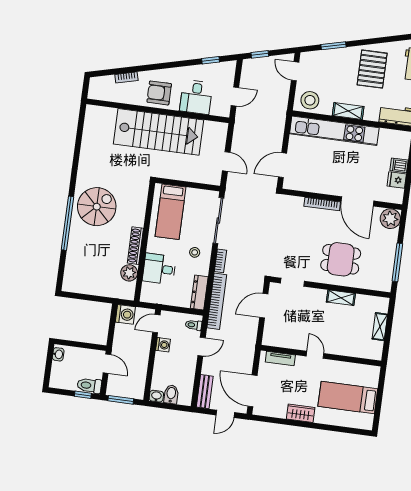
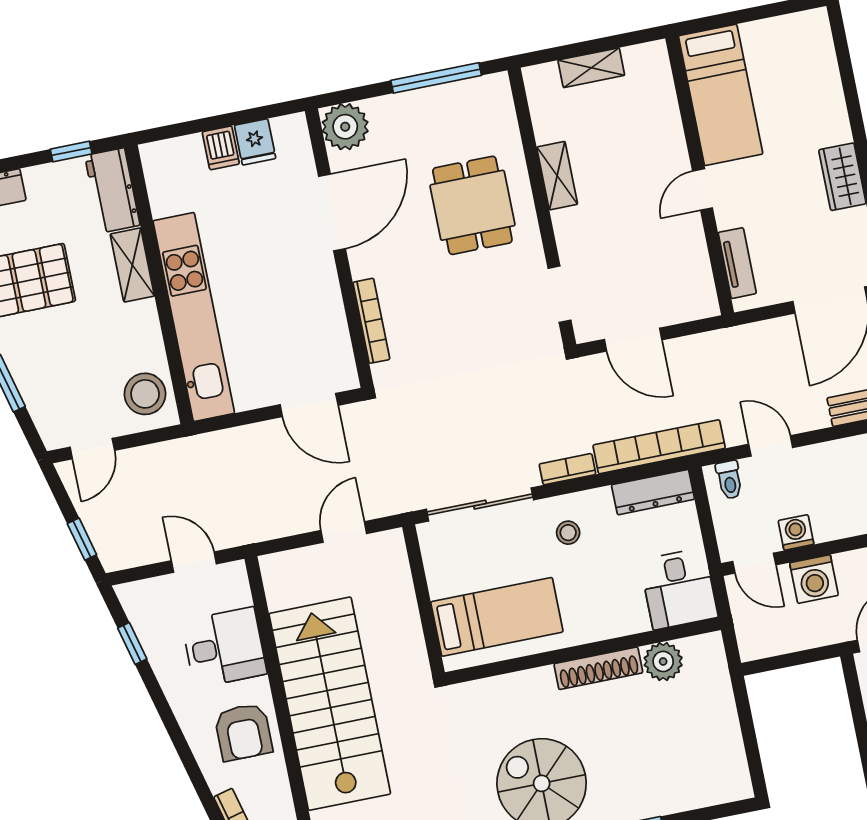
shelving: (348, 111) -> (132, 265), moved
bookcase: (322, 204) -> (371, 321), moved
desk: (159, 269) -> (679, 589), moved
washing machine: (125, 314) -> (814, 579), moved, turned 180
bed: (348, 398) -> (721, 95), moved

